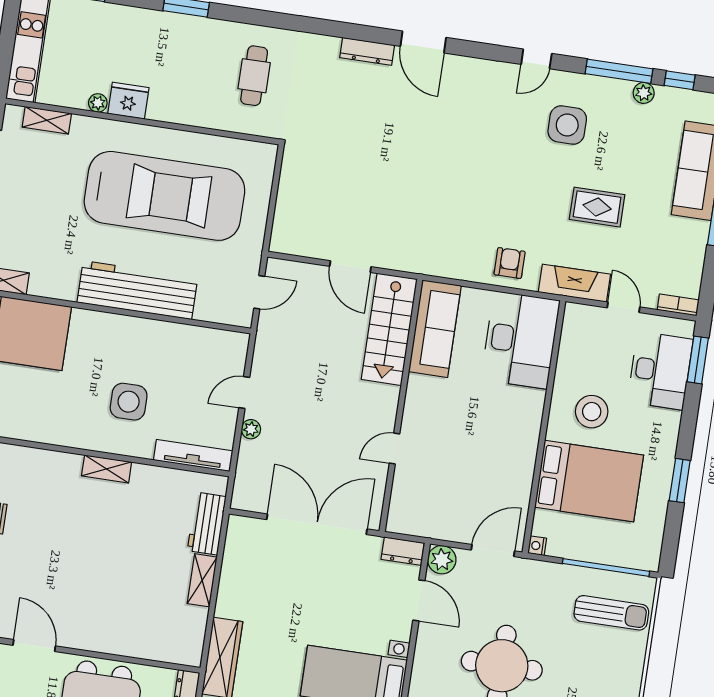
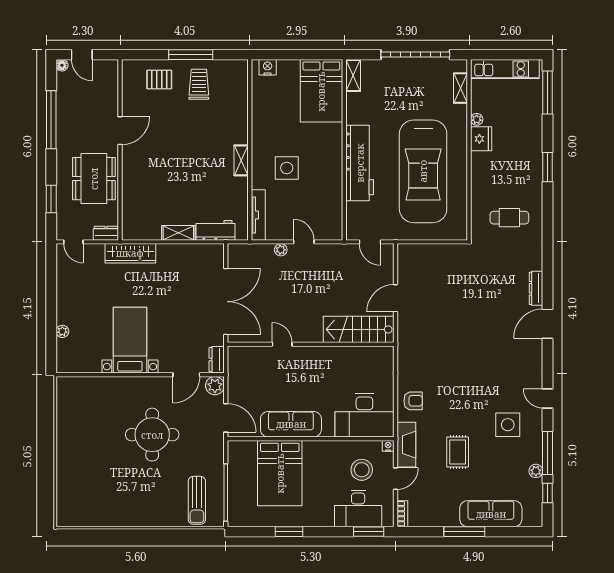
sofa: (435, 329) -> (291, 424), moved, turned 180
stool: (592, 412) -> (362, 470), moved
nightstand: (537, 546) -> (388, 446), moved

